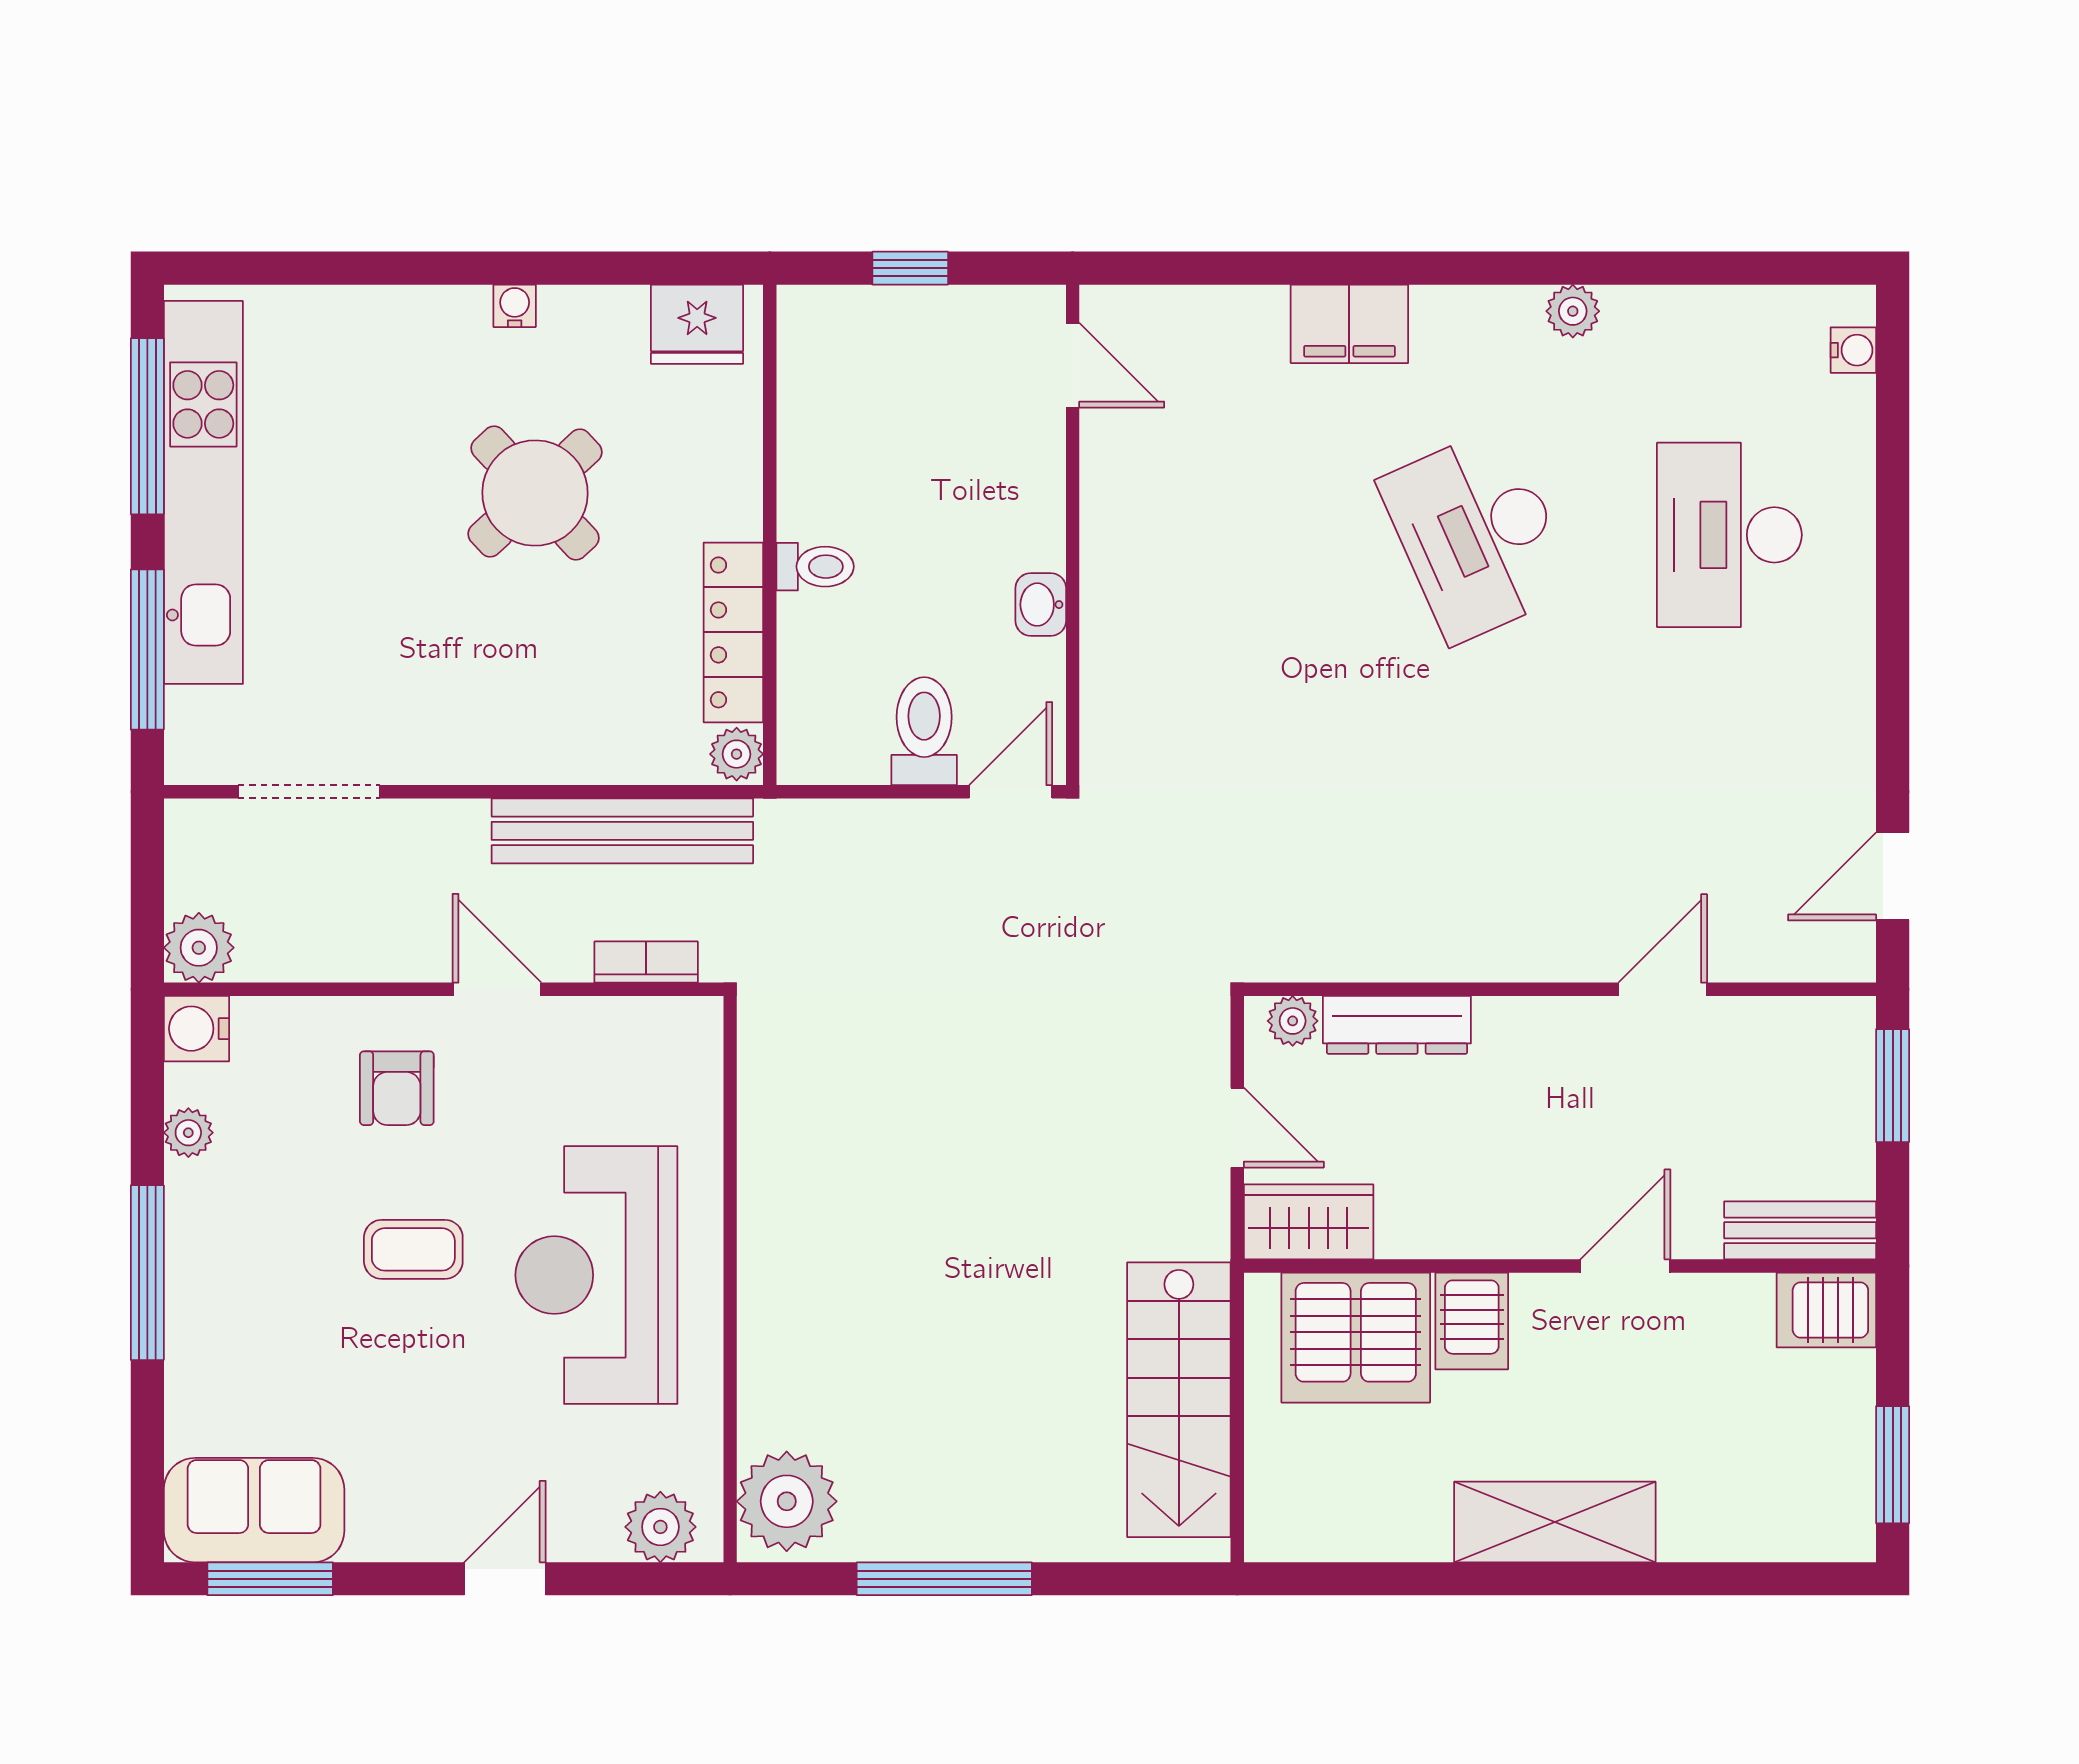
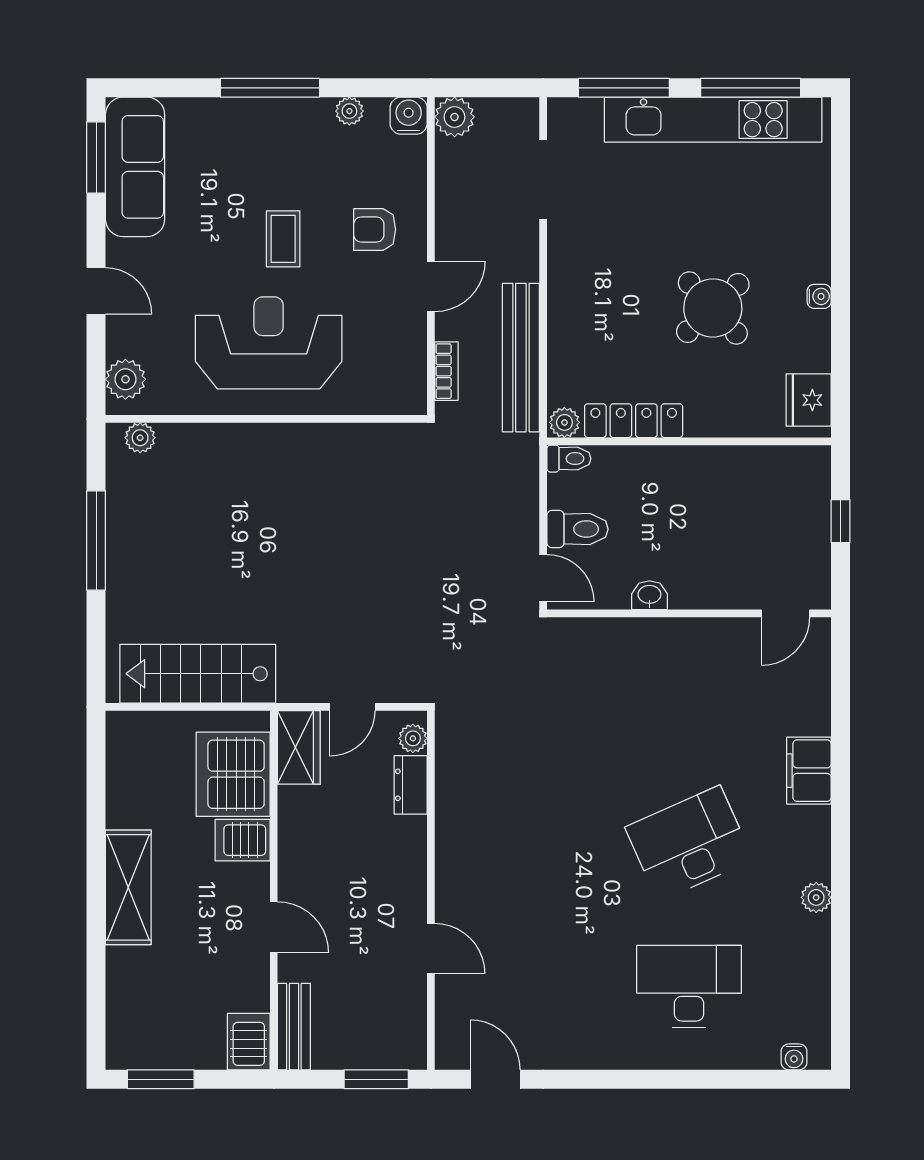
toilet: (815, 567) -> (569, 459), moved, turned -90
dresser: (1397, 1025) -> (411, 785), width x0.70
plant: (787, 1501) -> (140, 438), width x0.53, depth x0.53
sofa: (254, 1510) -> (135, 167), width x1.36

